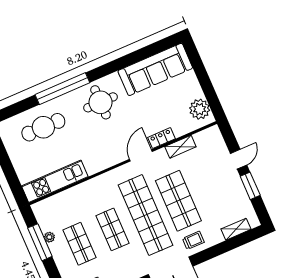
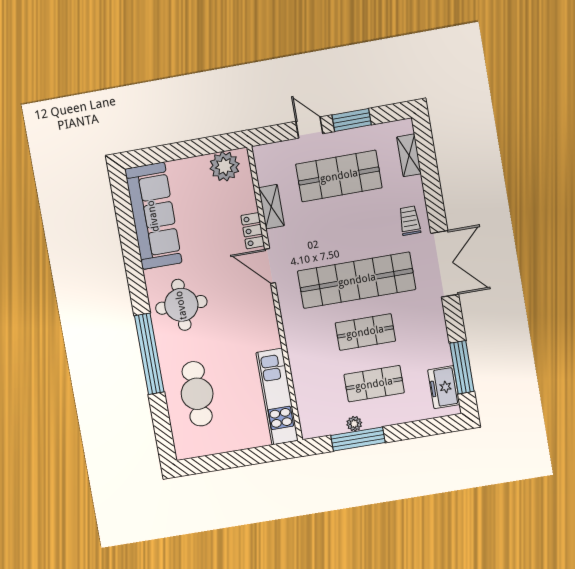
shop shelf: (178, 201) -> (339, 176), moved

